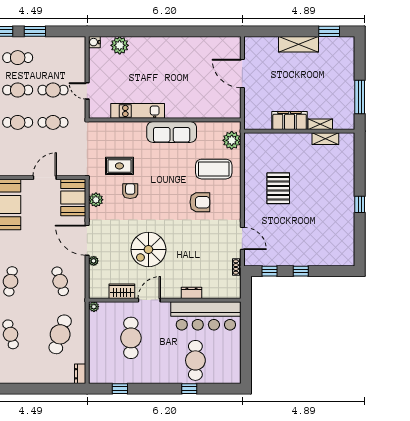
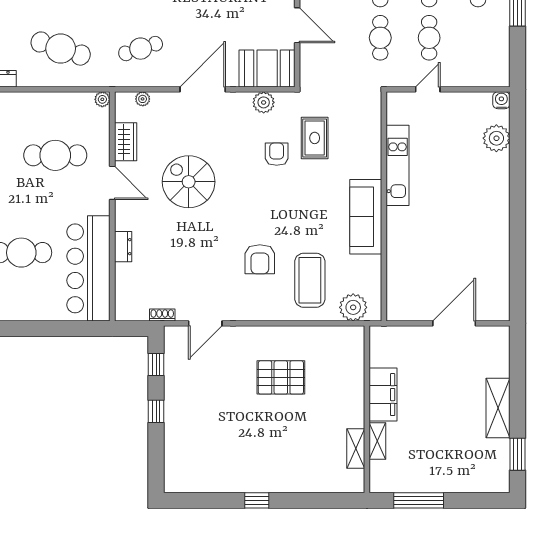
armchair: (130, 191) -> (277, 154), turned -90
plant: (94, 261) -> (143, 99), moved

